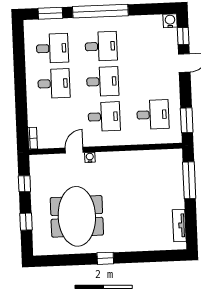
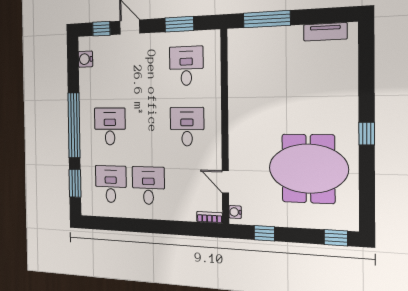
water cooler: (170, 21) -> (85, 59), moved
desk: (103, 81) -> (148, 127), removed
window: (187, 120) -> (179, 24), moved
door: (74, 150) -> (225, 182), moved
water cooler: (90, 157) -> (235, 212), moved
window: (26, 222) -> (336, 238), moved

